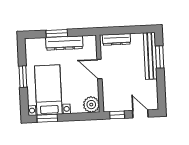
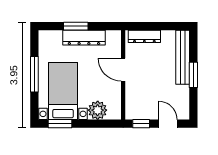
window: (160, 57) -> (193, 75), moved
window: (23, 77) -> (34, 74), width x1.44
plant: (91, 105) -> (98, 110), moved

